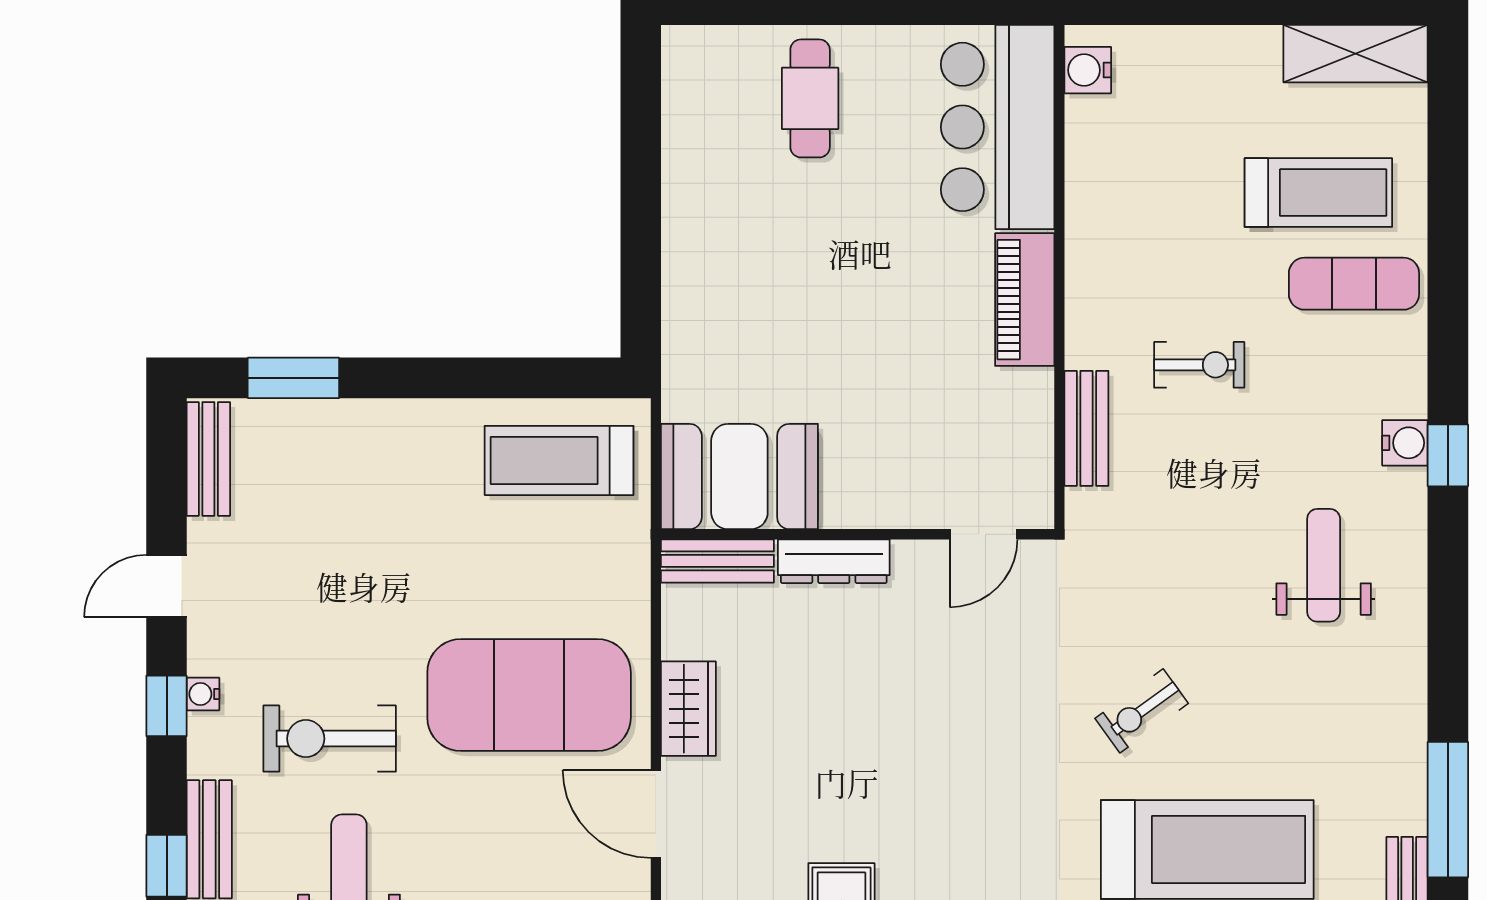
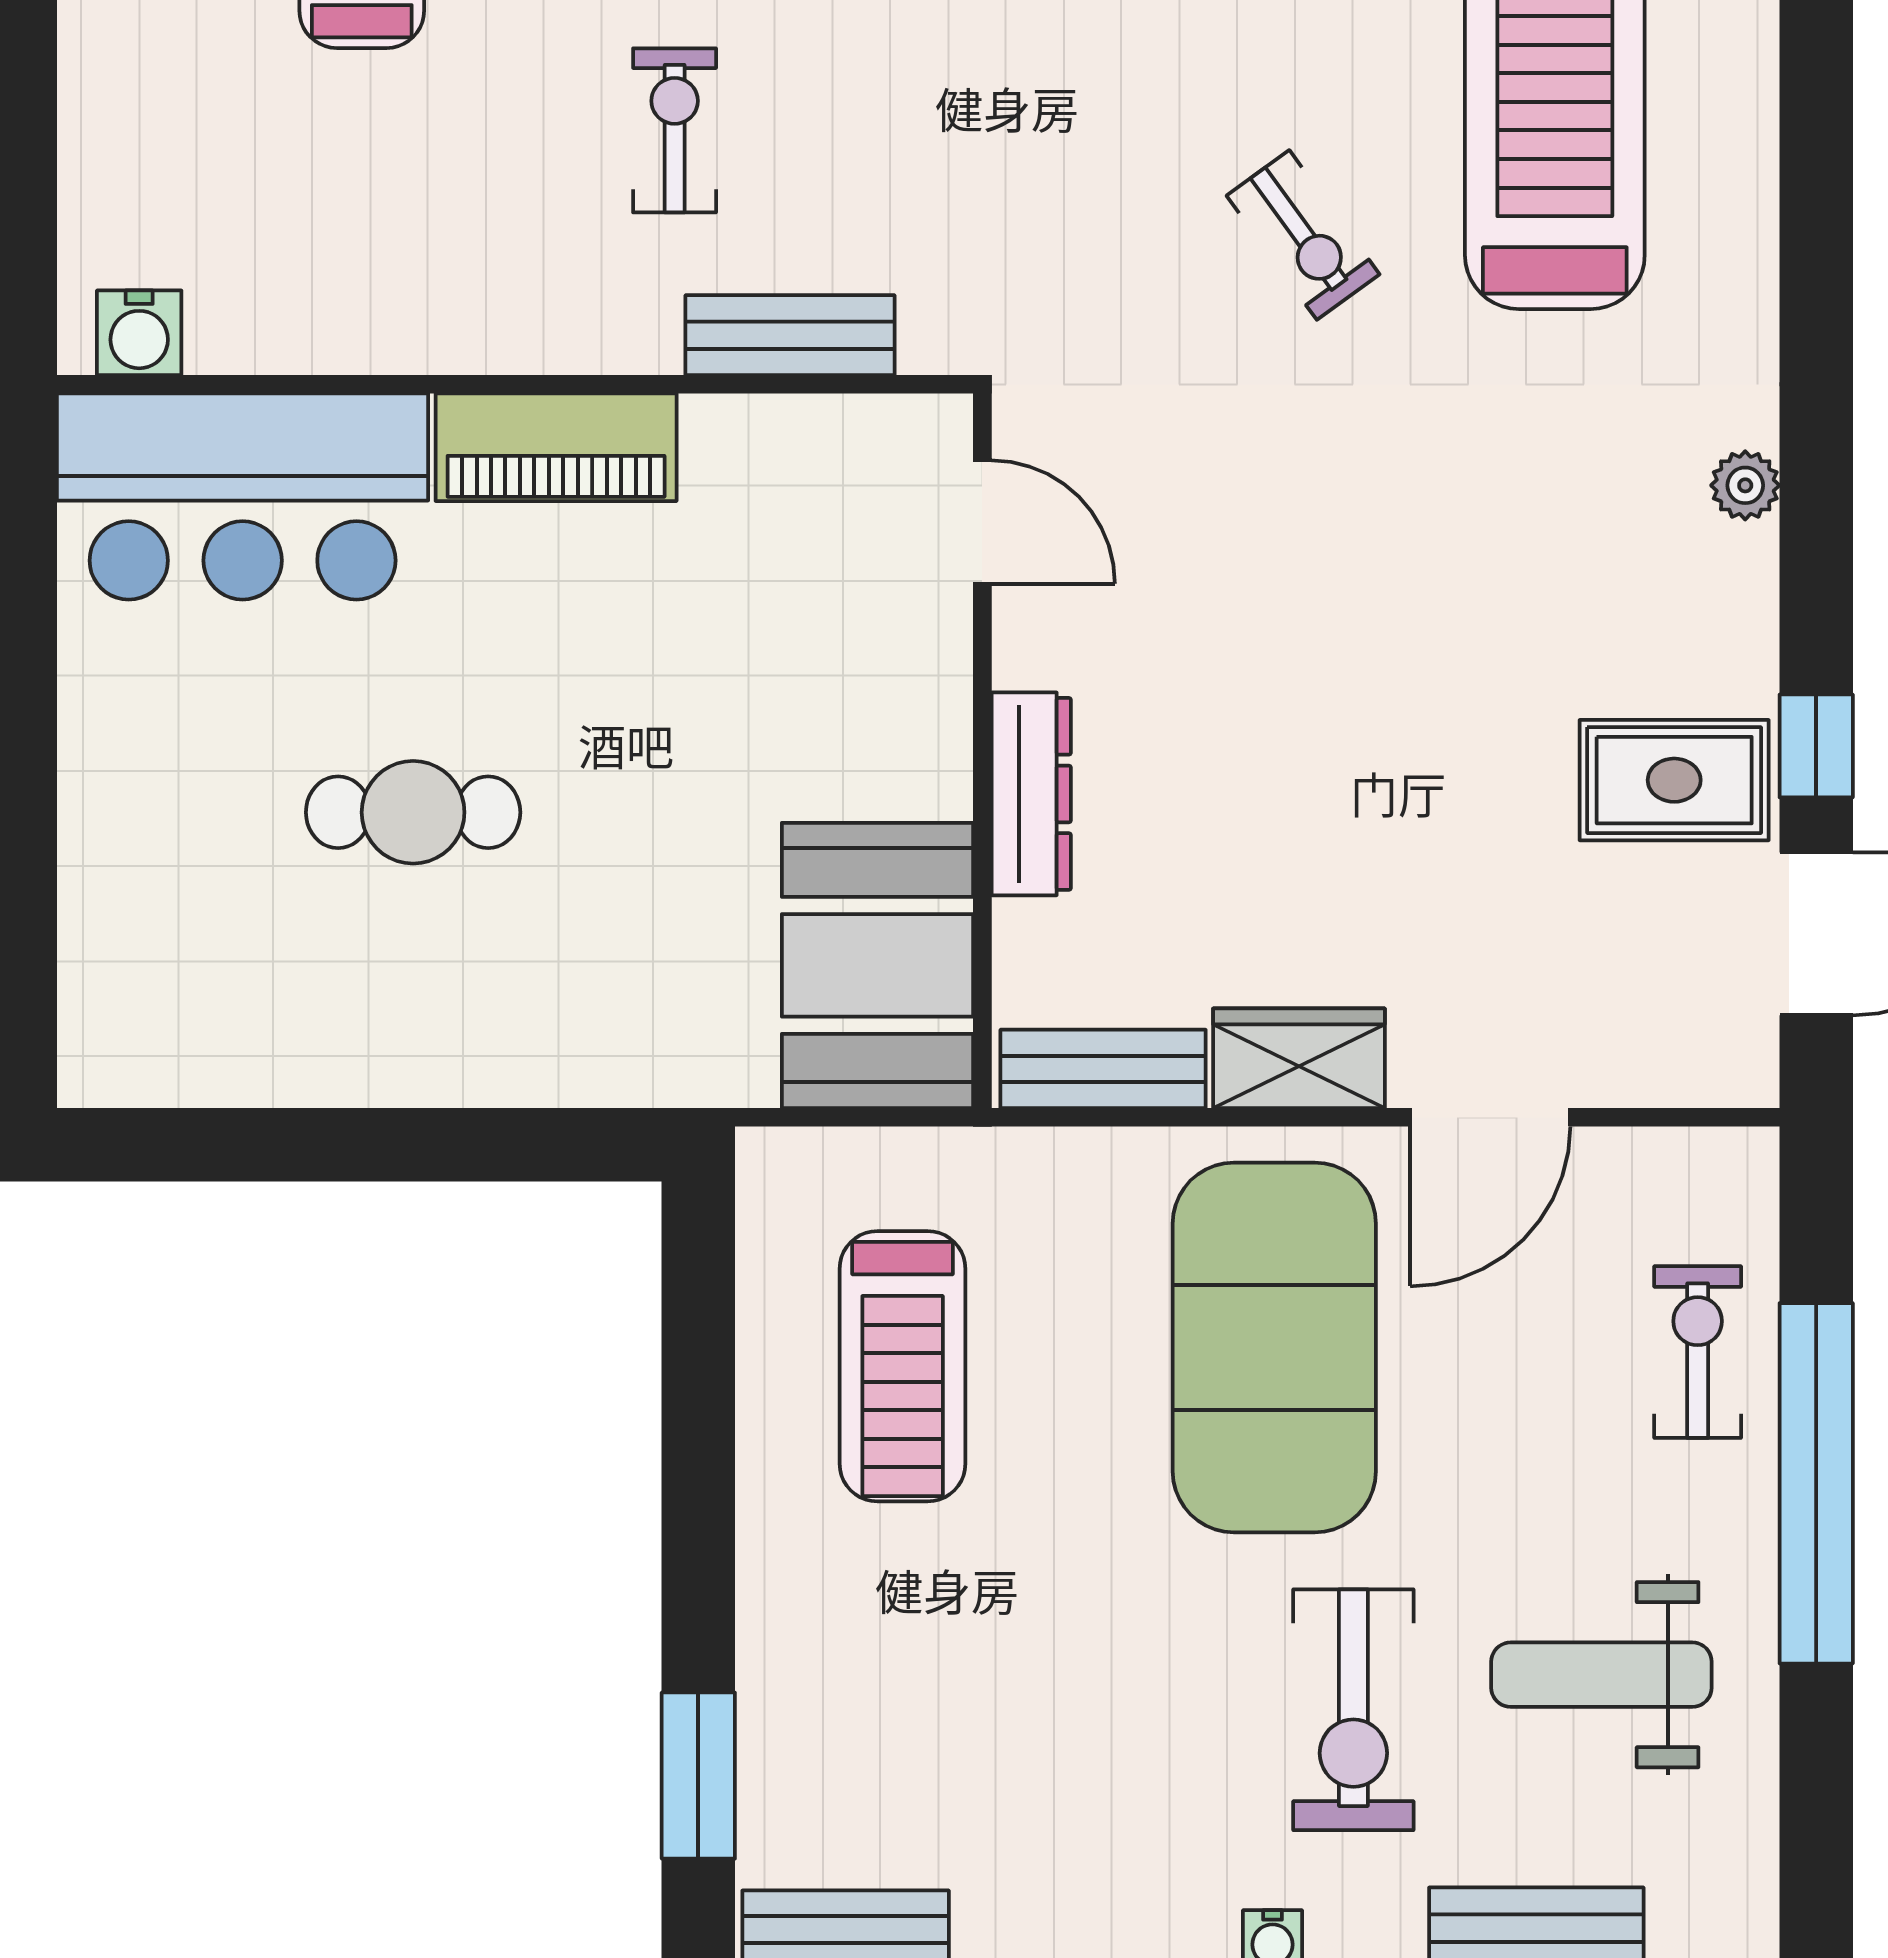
cafe table: (810, 98) -> (413, 812), moved
treadmill: (559, 460) -> (903, 1366), moved
bench: (717, 561) -> (1103, 1069), moved, turned 90

